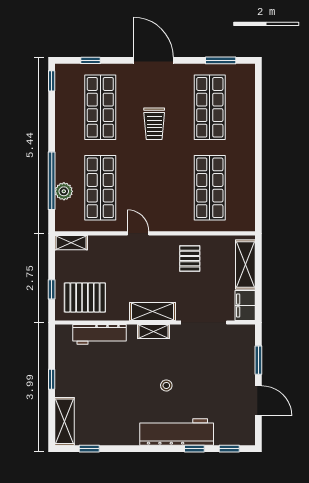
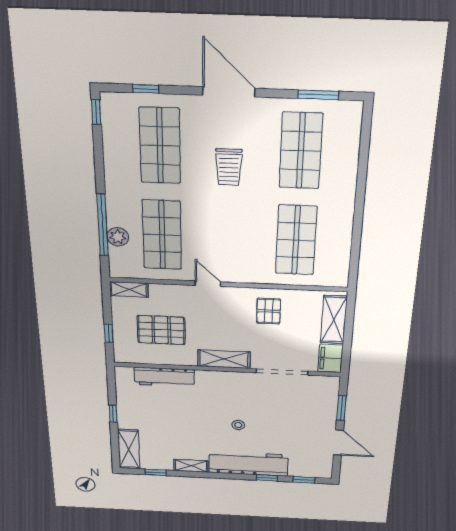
pallet: (85, 297) -> (161, 330), moved
shelving: (153, 332) -> (191, 466), moved

